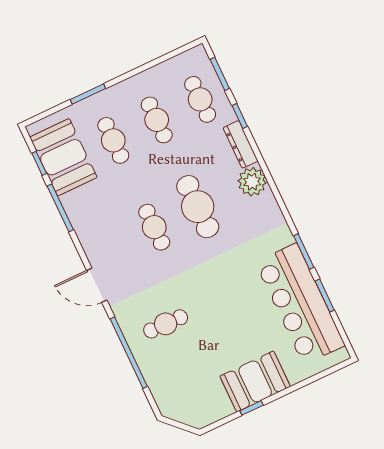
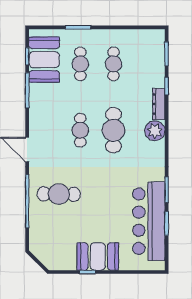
cafe table: (200, 99) -> (147, 64), removed
cafe table: (166, 324) -> (59, 194), width x1.37, depth x1.35

